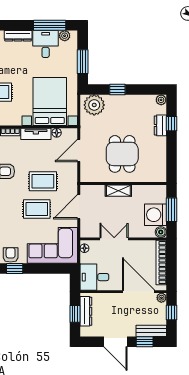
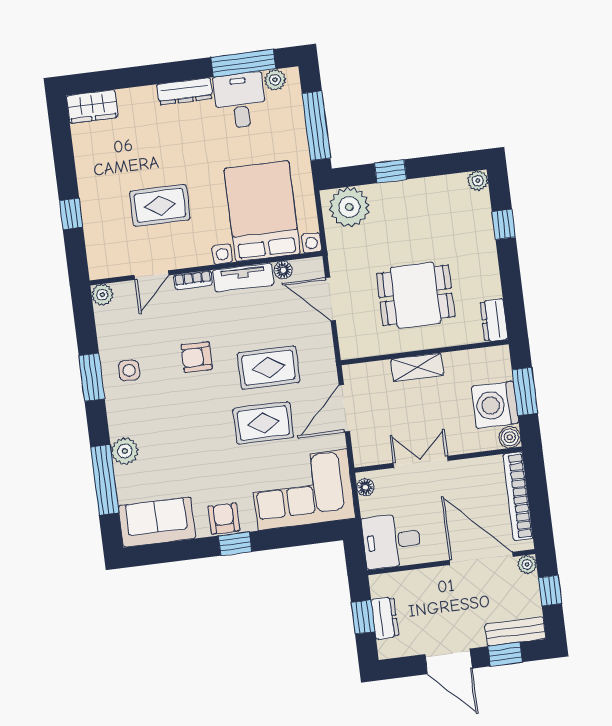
window: (83, 62) -> (316, 126), width x1.44
dresser: (160, 125) -> (494, 320), moved
door: (79, 150) -> (330, 299), hinge flipped
dining table: (122, 154) -> (416, 295), turned 90
dresser: (86, 311) -> (385, 618), width x0.70

